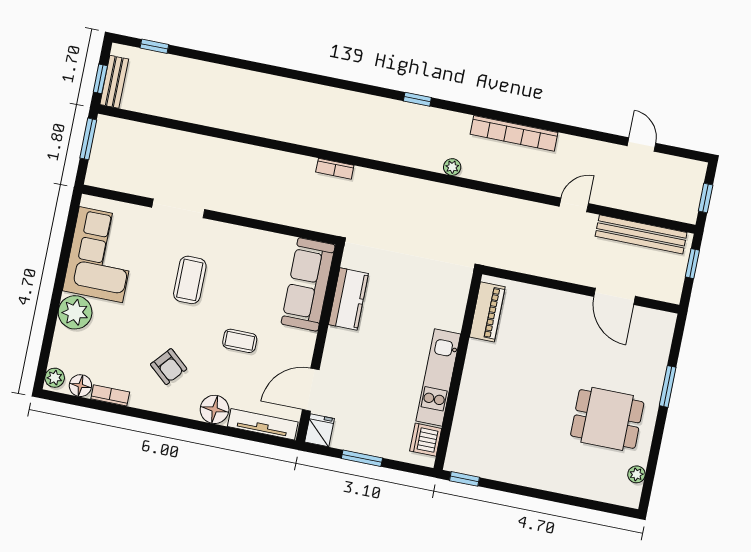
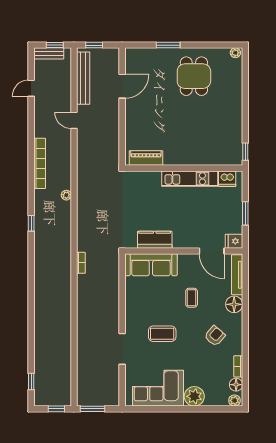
bench: (114, 82) -> (49, 53), moved
plant: (636, 474) -> (235, 53), moved

